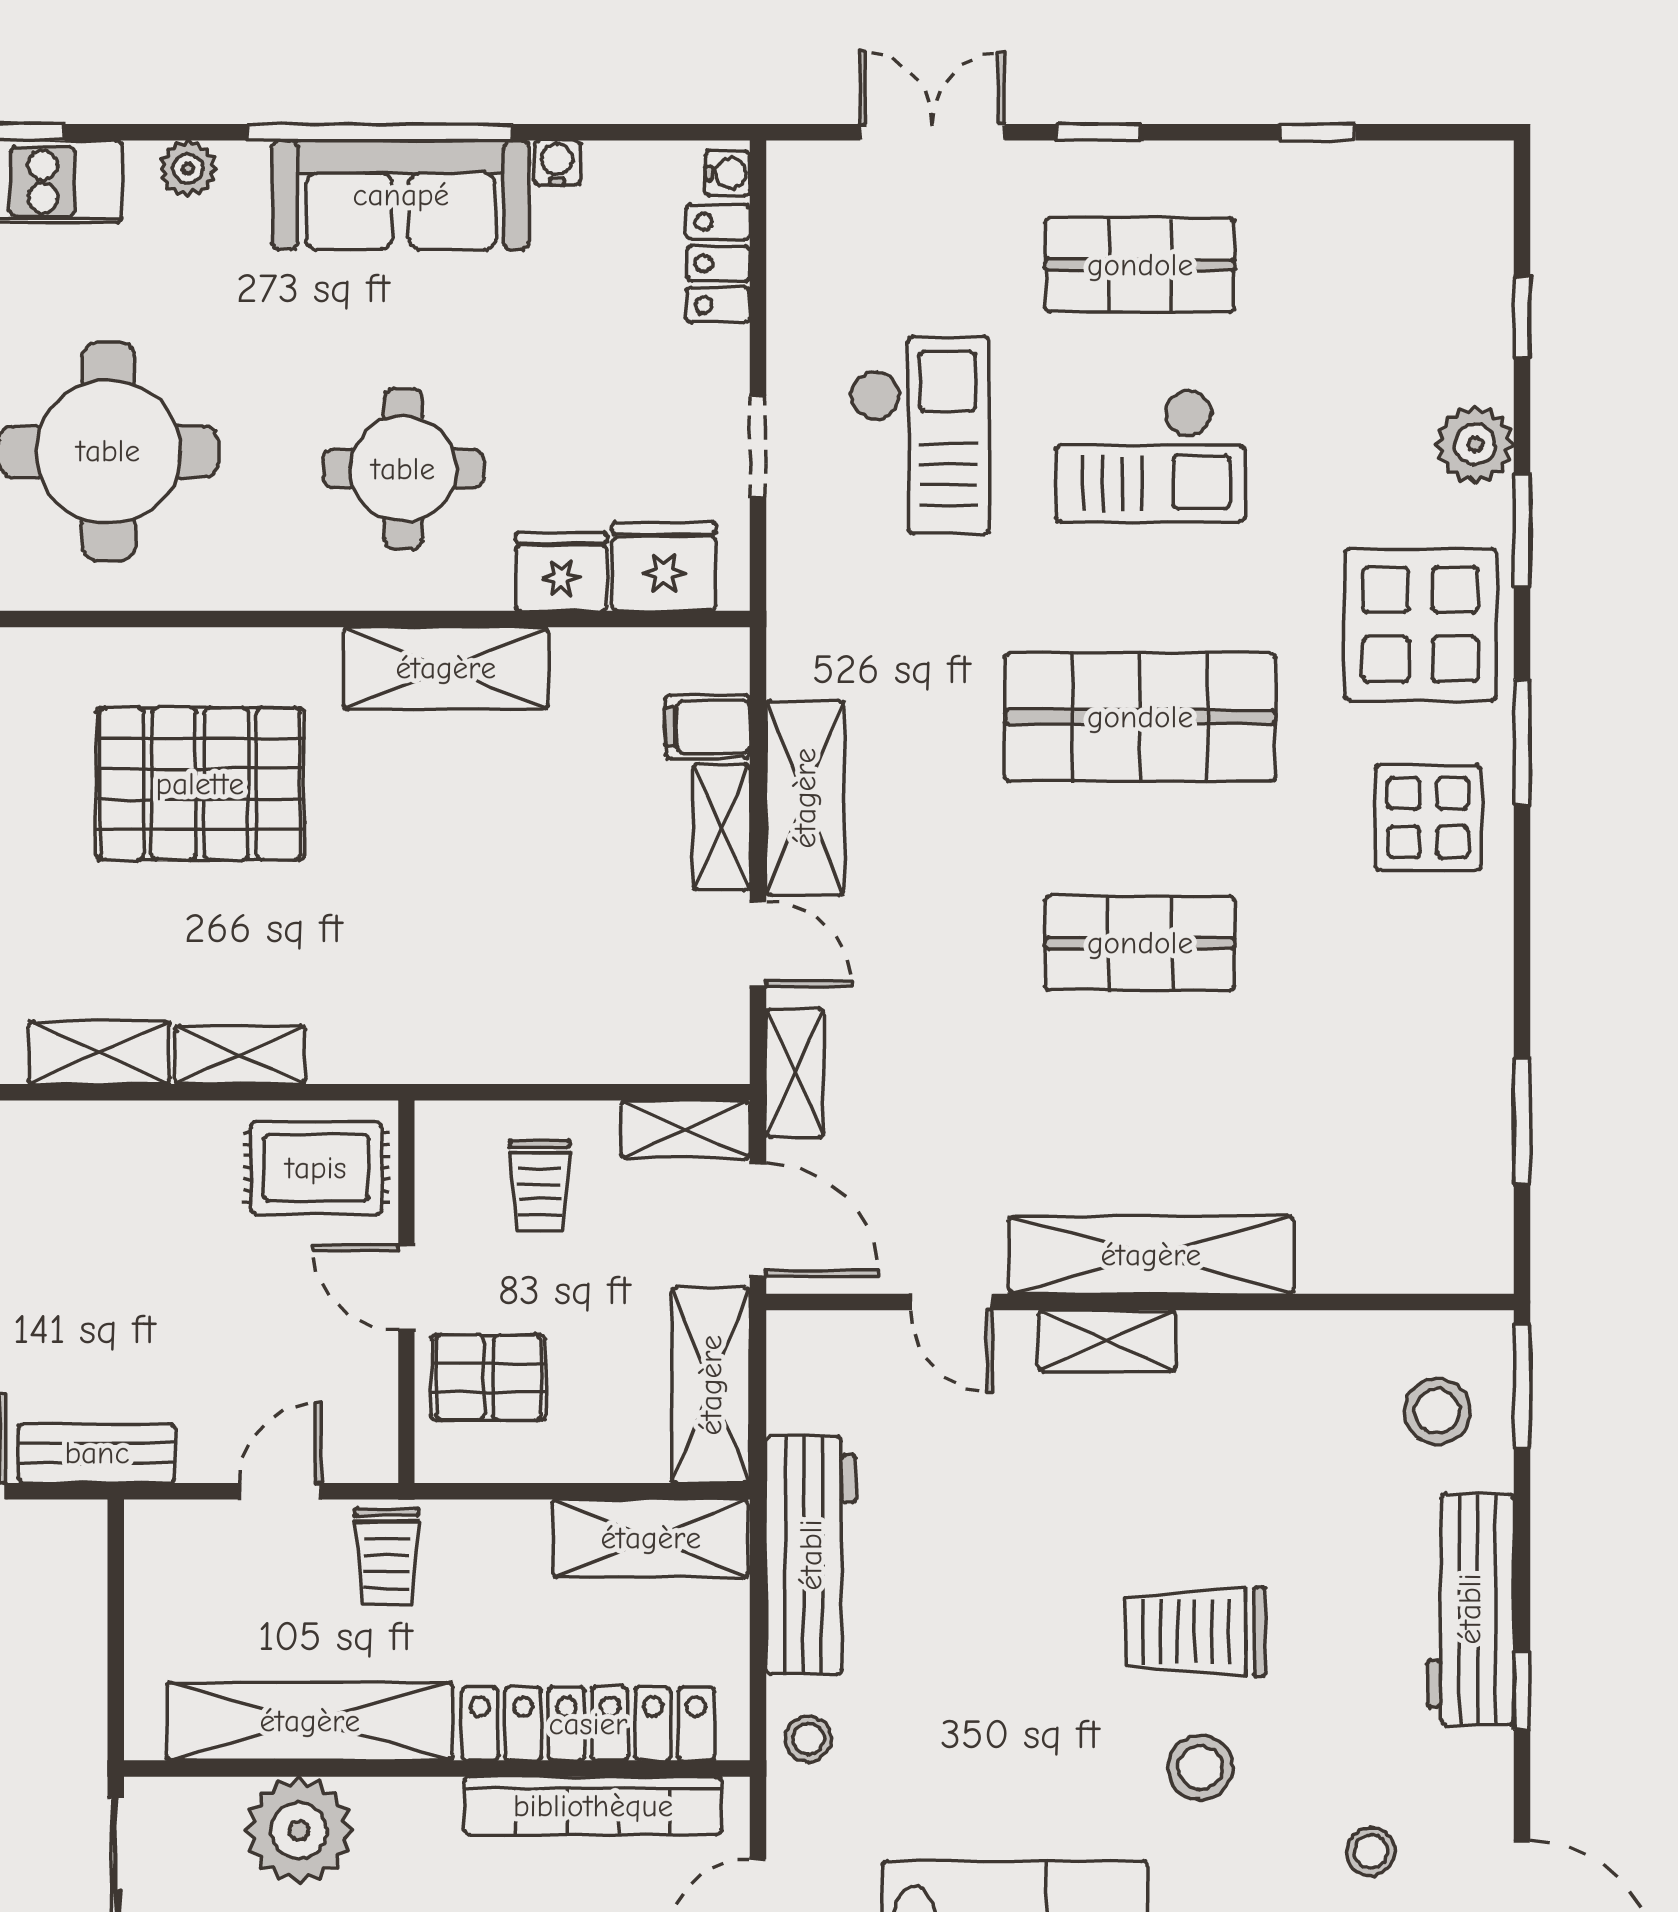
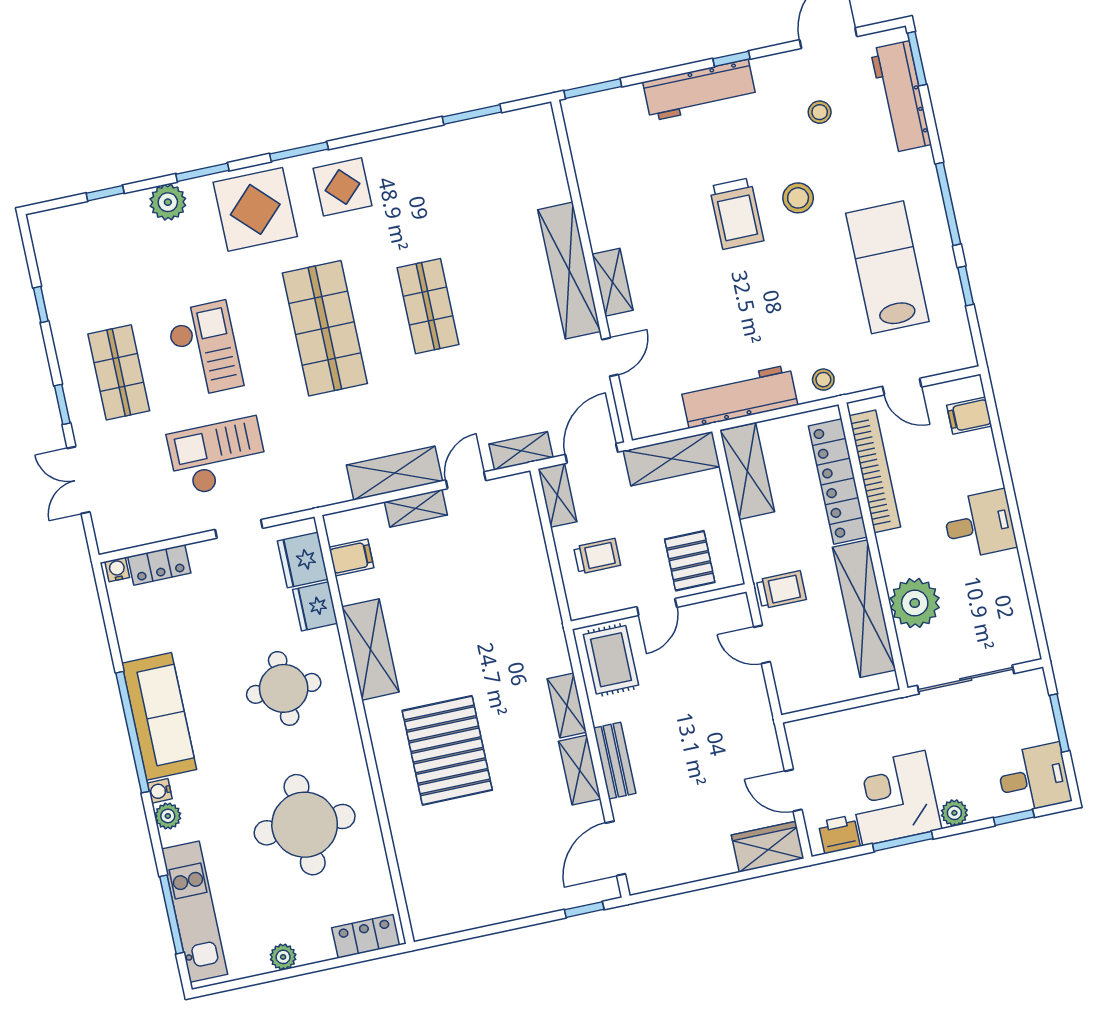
water cooler: (557, 163) -> (160, 791), moved
filing cabinet: (708, 727) -> (351, 557), moved, turned -90
stool: (1437, 1411) -> (612, 125), removed
bench: (97, 1453) -> (615, 761), moved

